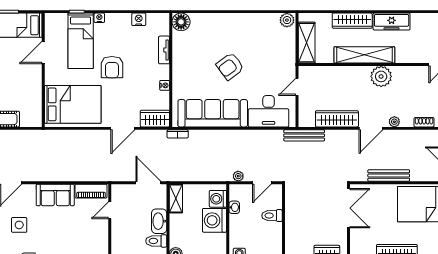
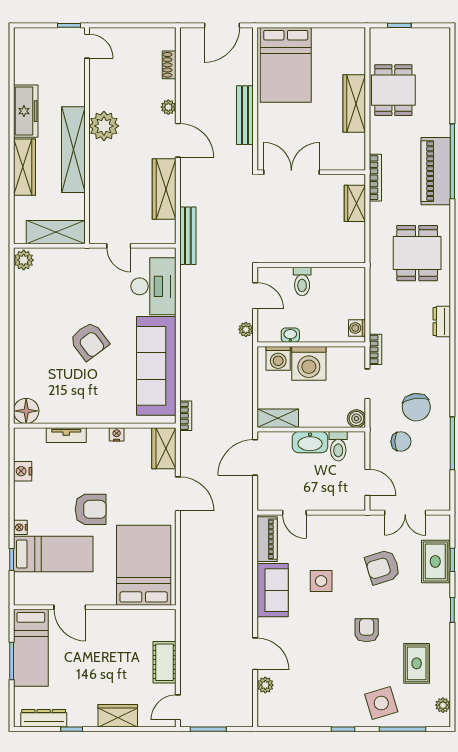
side table: (19, 225) -> (321, 581), moved

